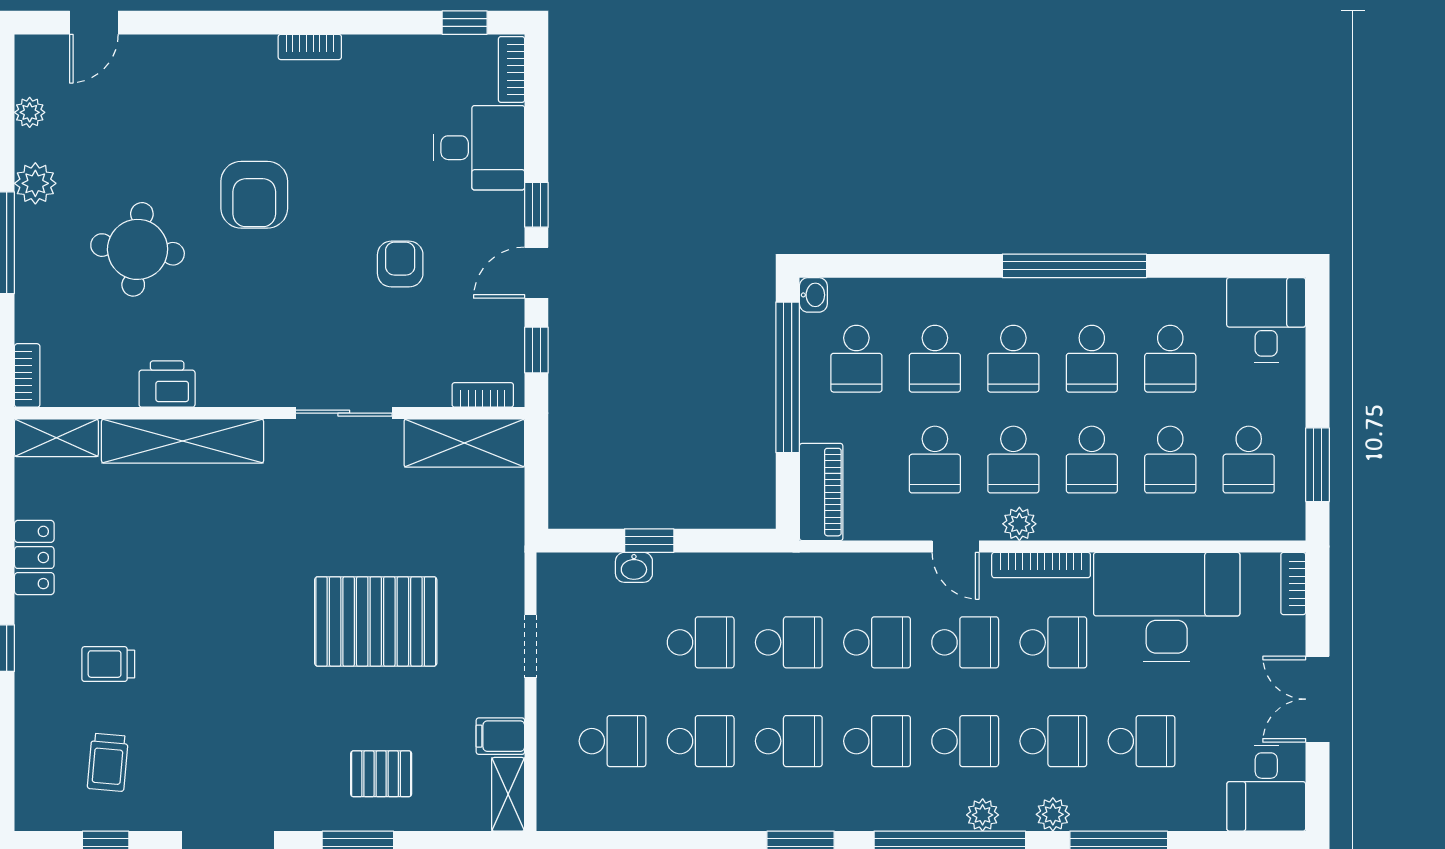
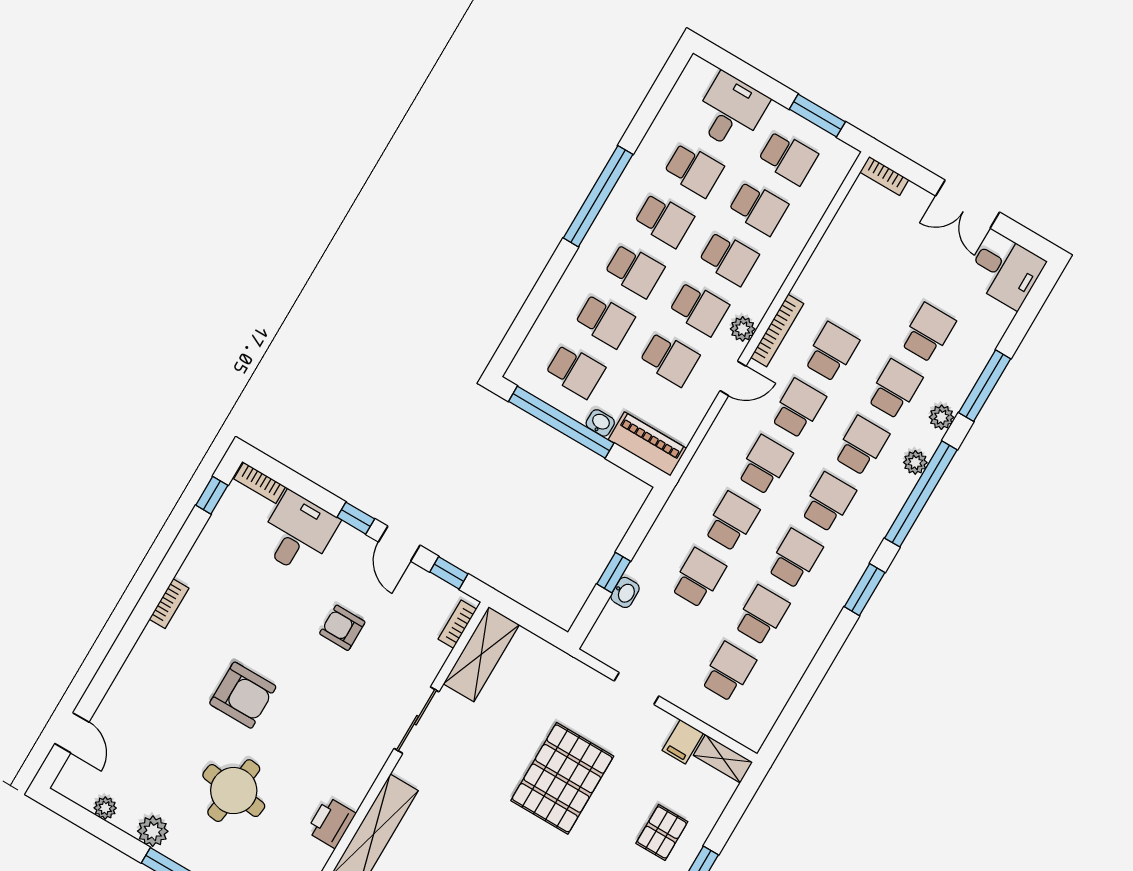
washbasin: (813, 295) -> (600, 423), moved
desk: (1266, 320) -> (730, 111), moved, turned 90
desk: (1167, 607) -> (852, 266), removed

